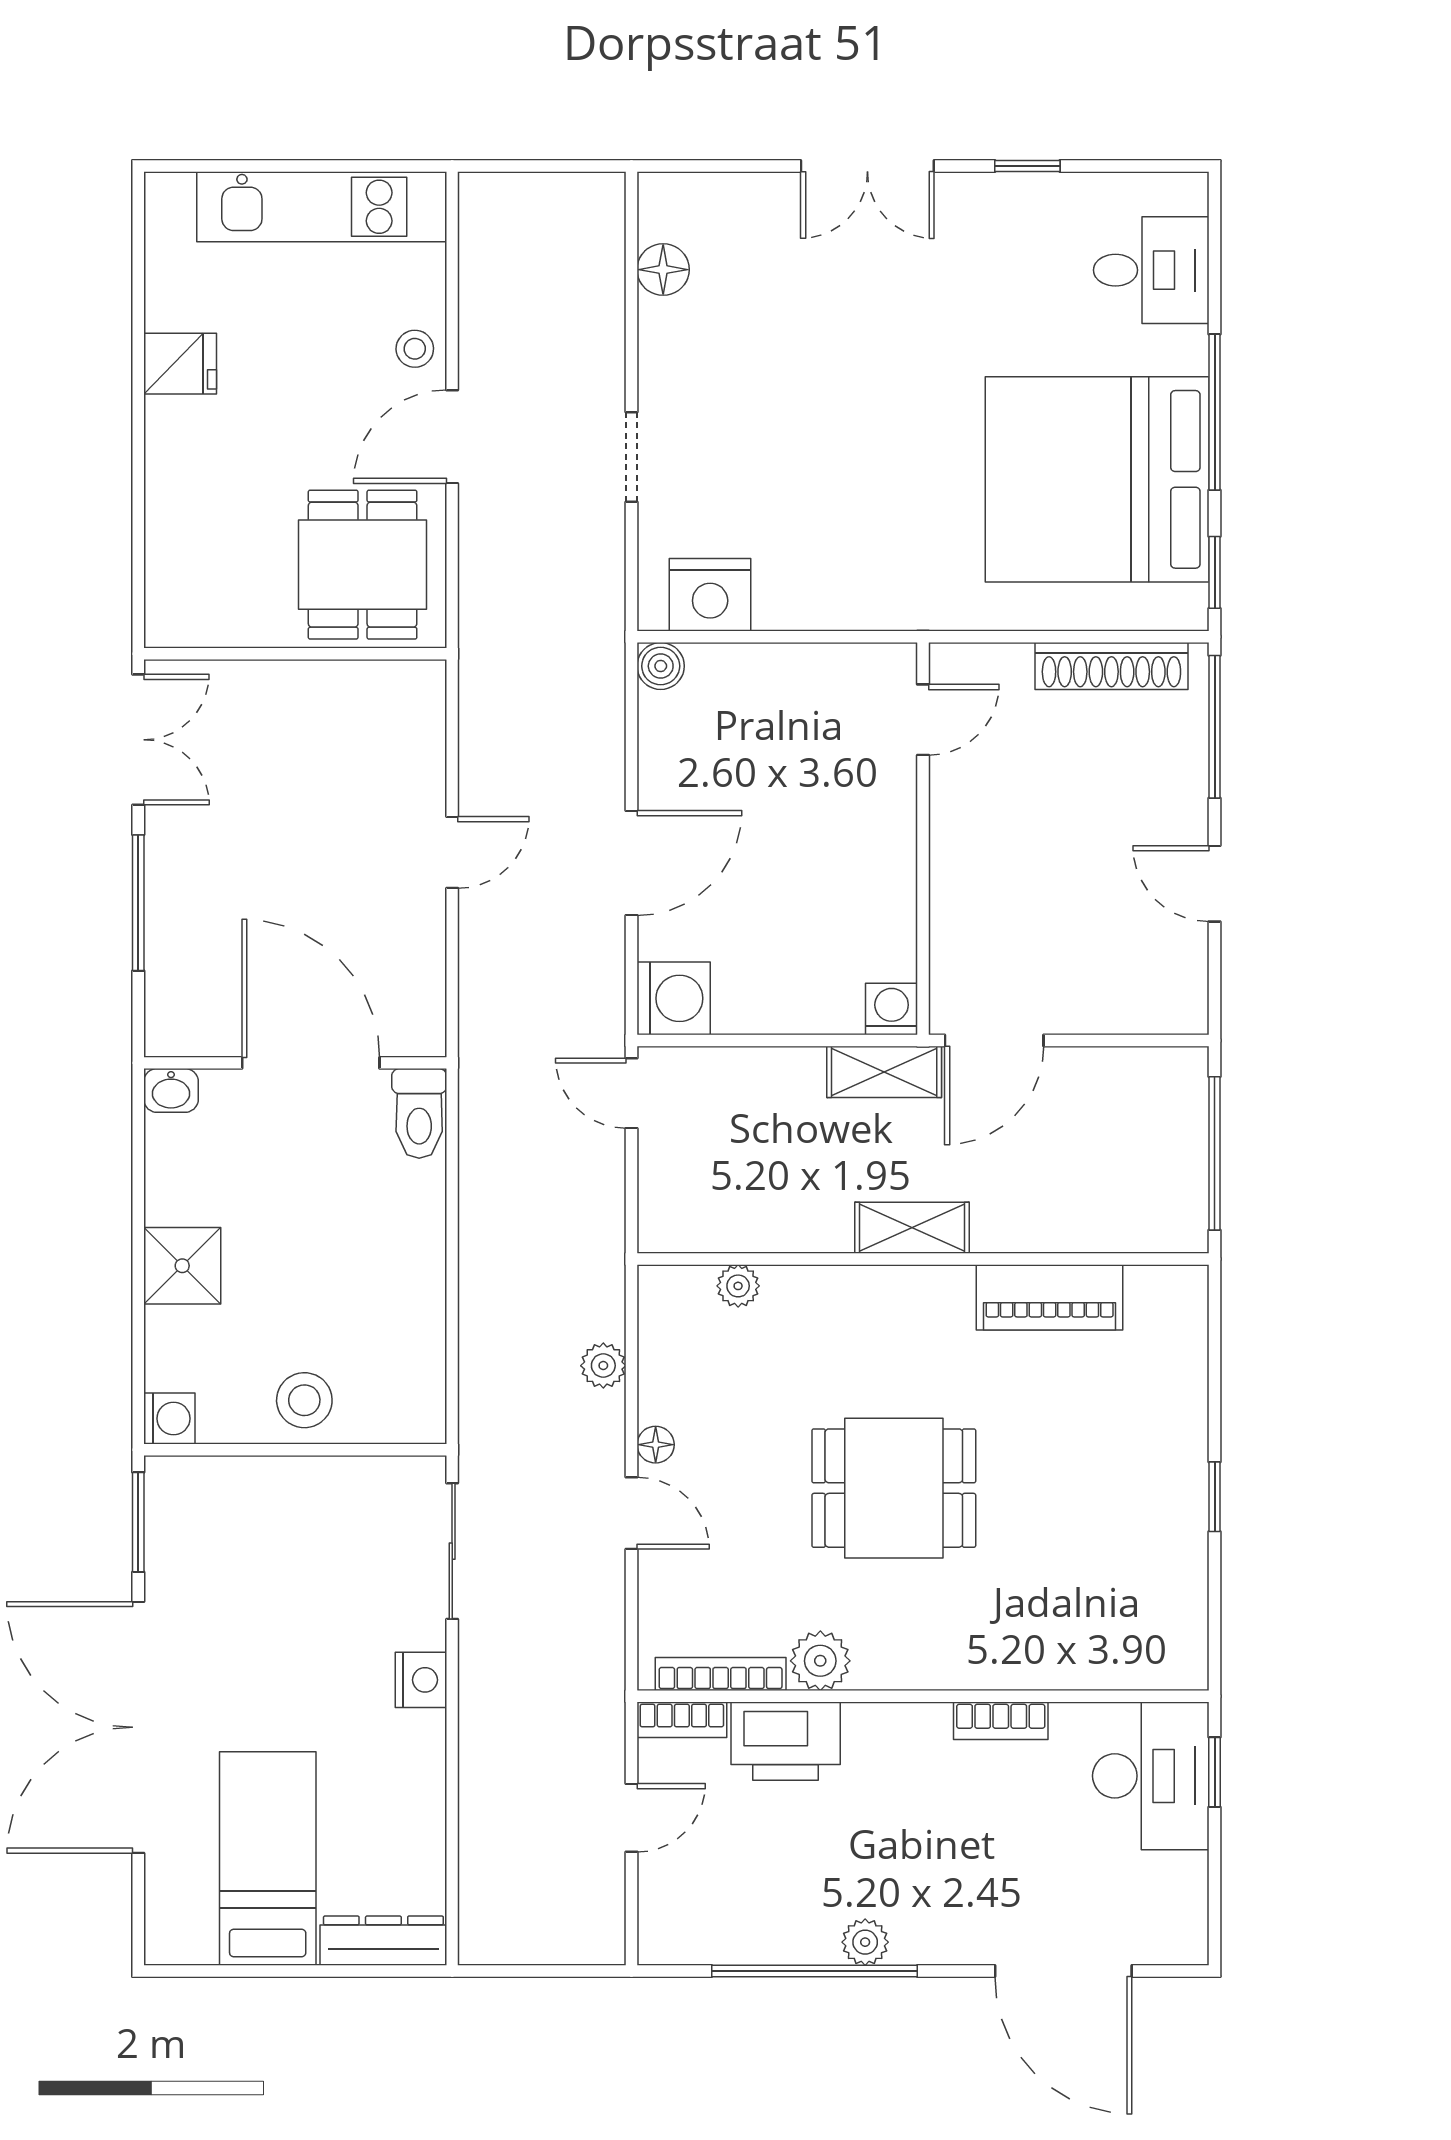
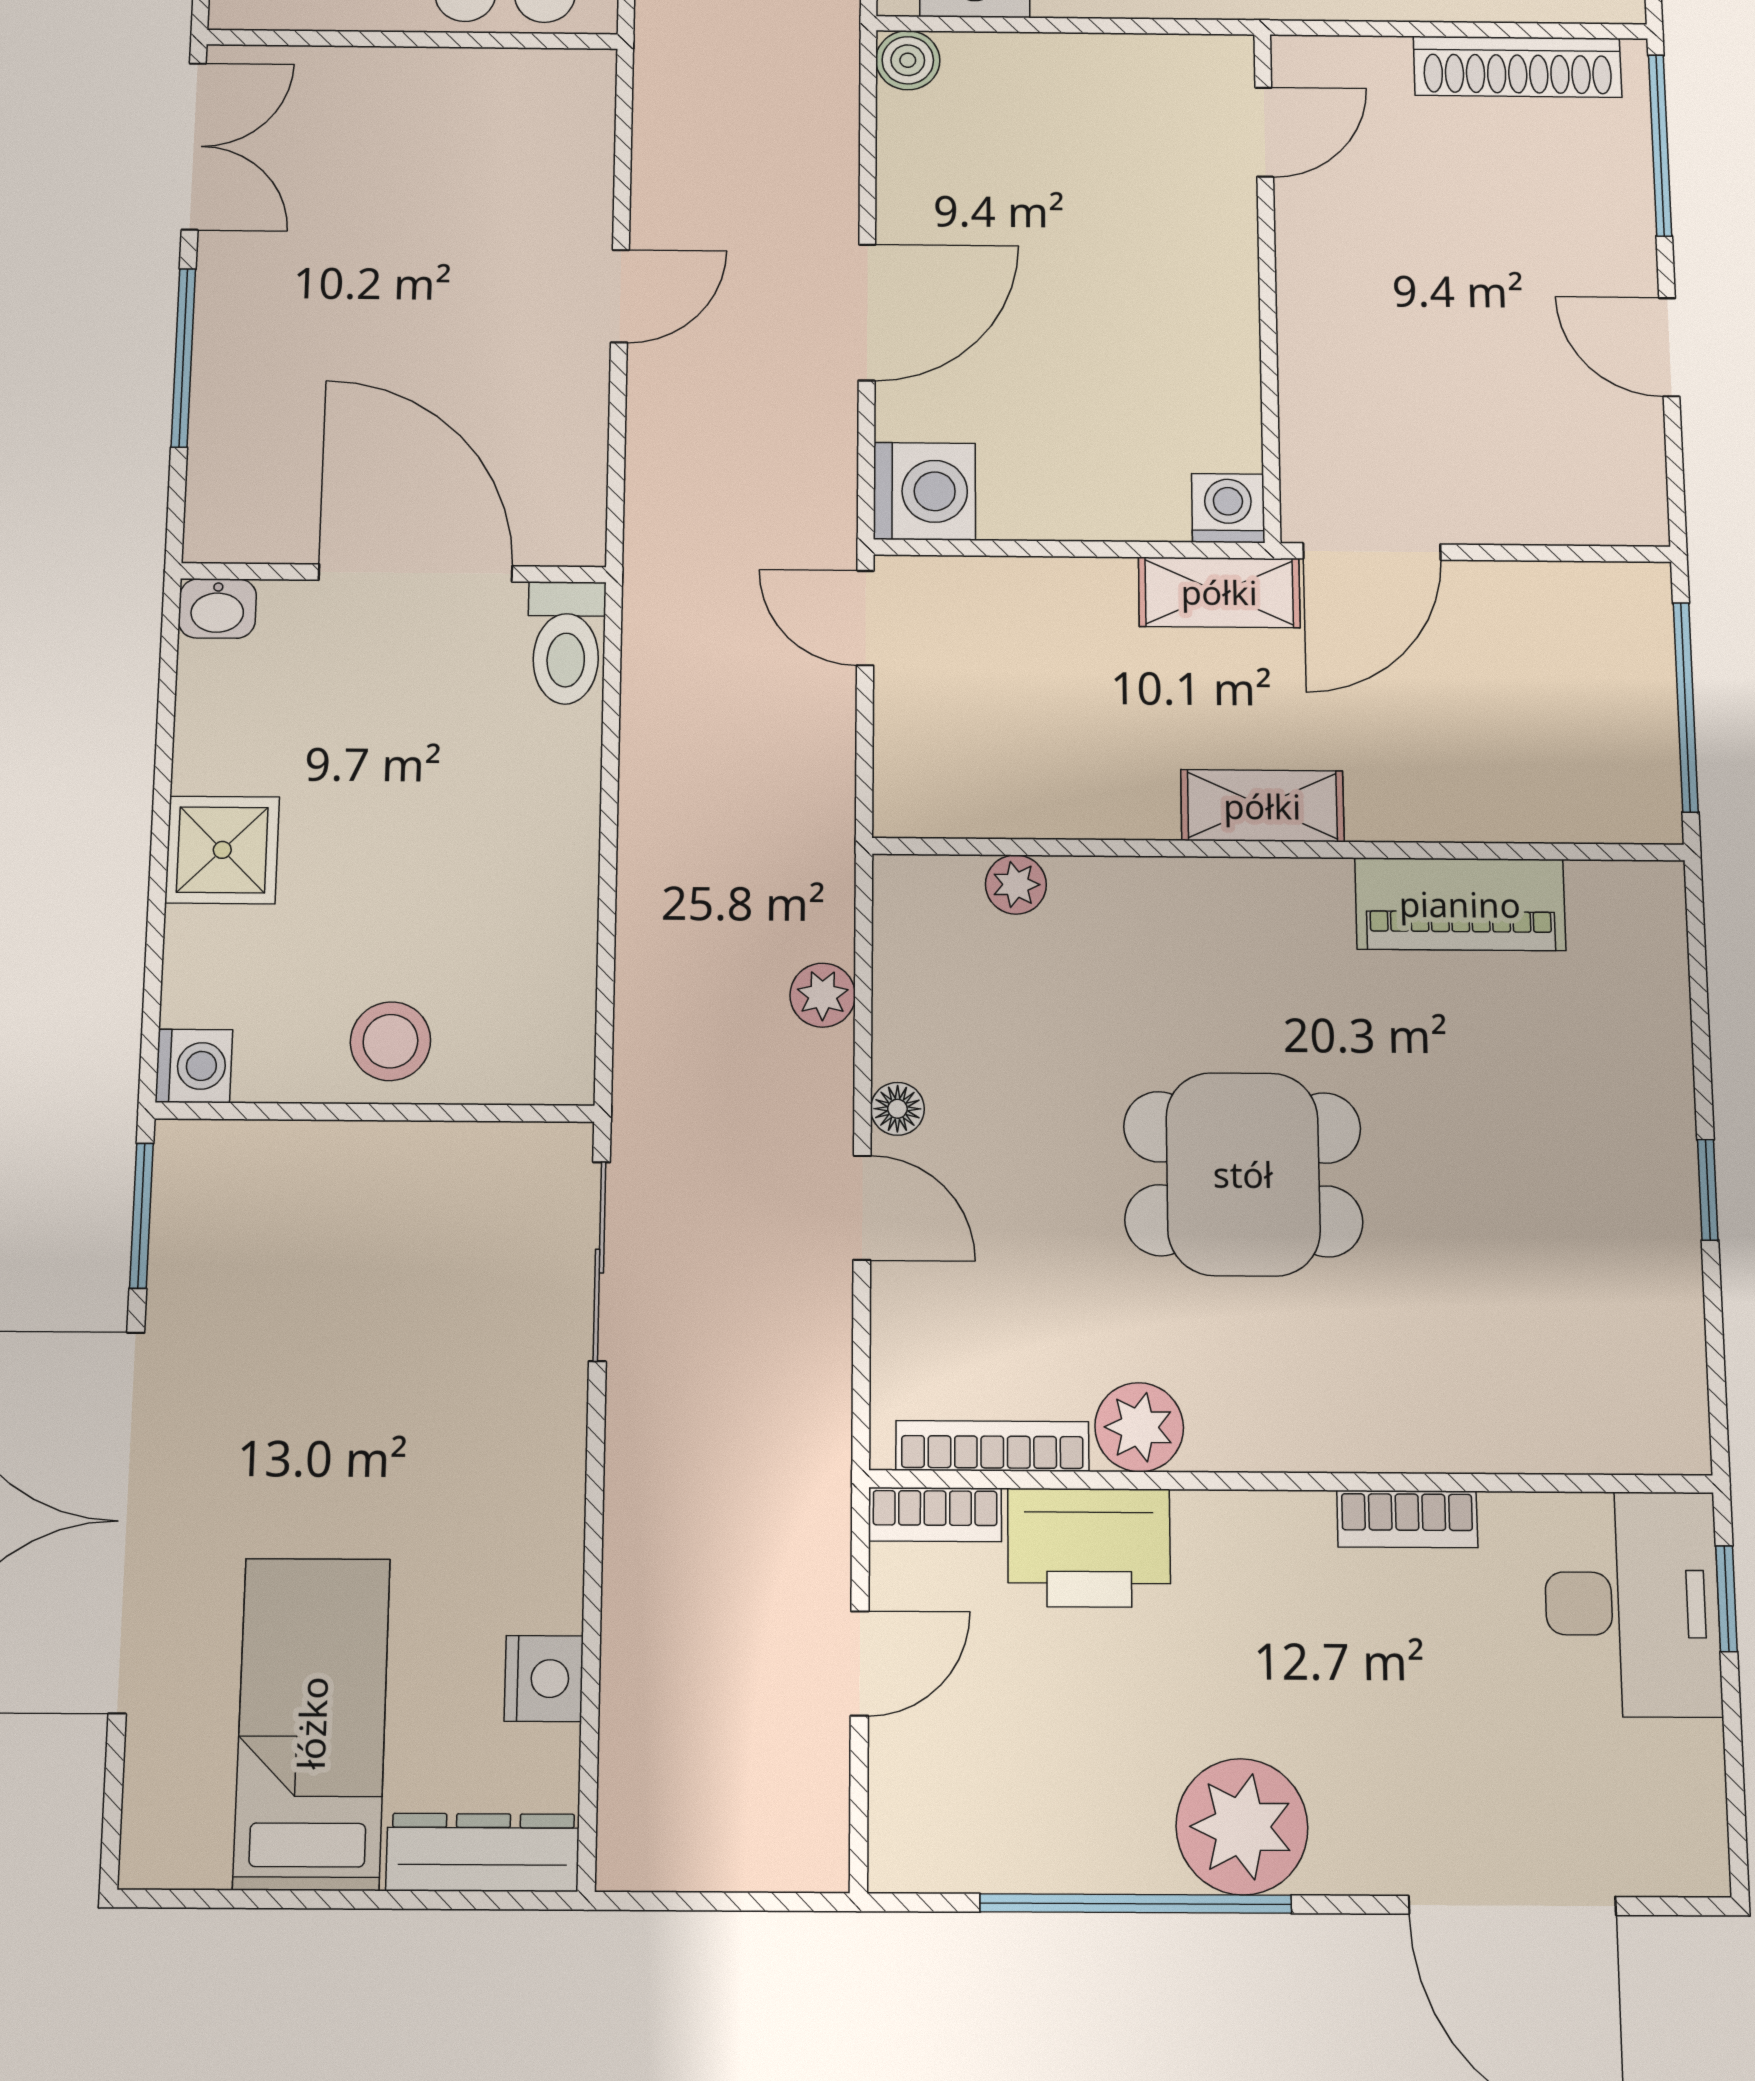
nightstand: (421, 1680) -> (544, 1679), moved
plant: (865, 1942) -> (1242, 1827), width x1.88, depth x1.88

